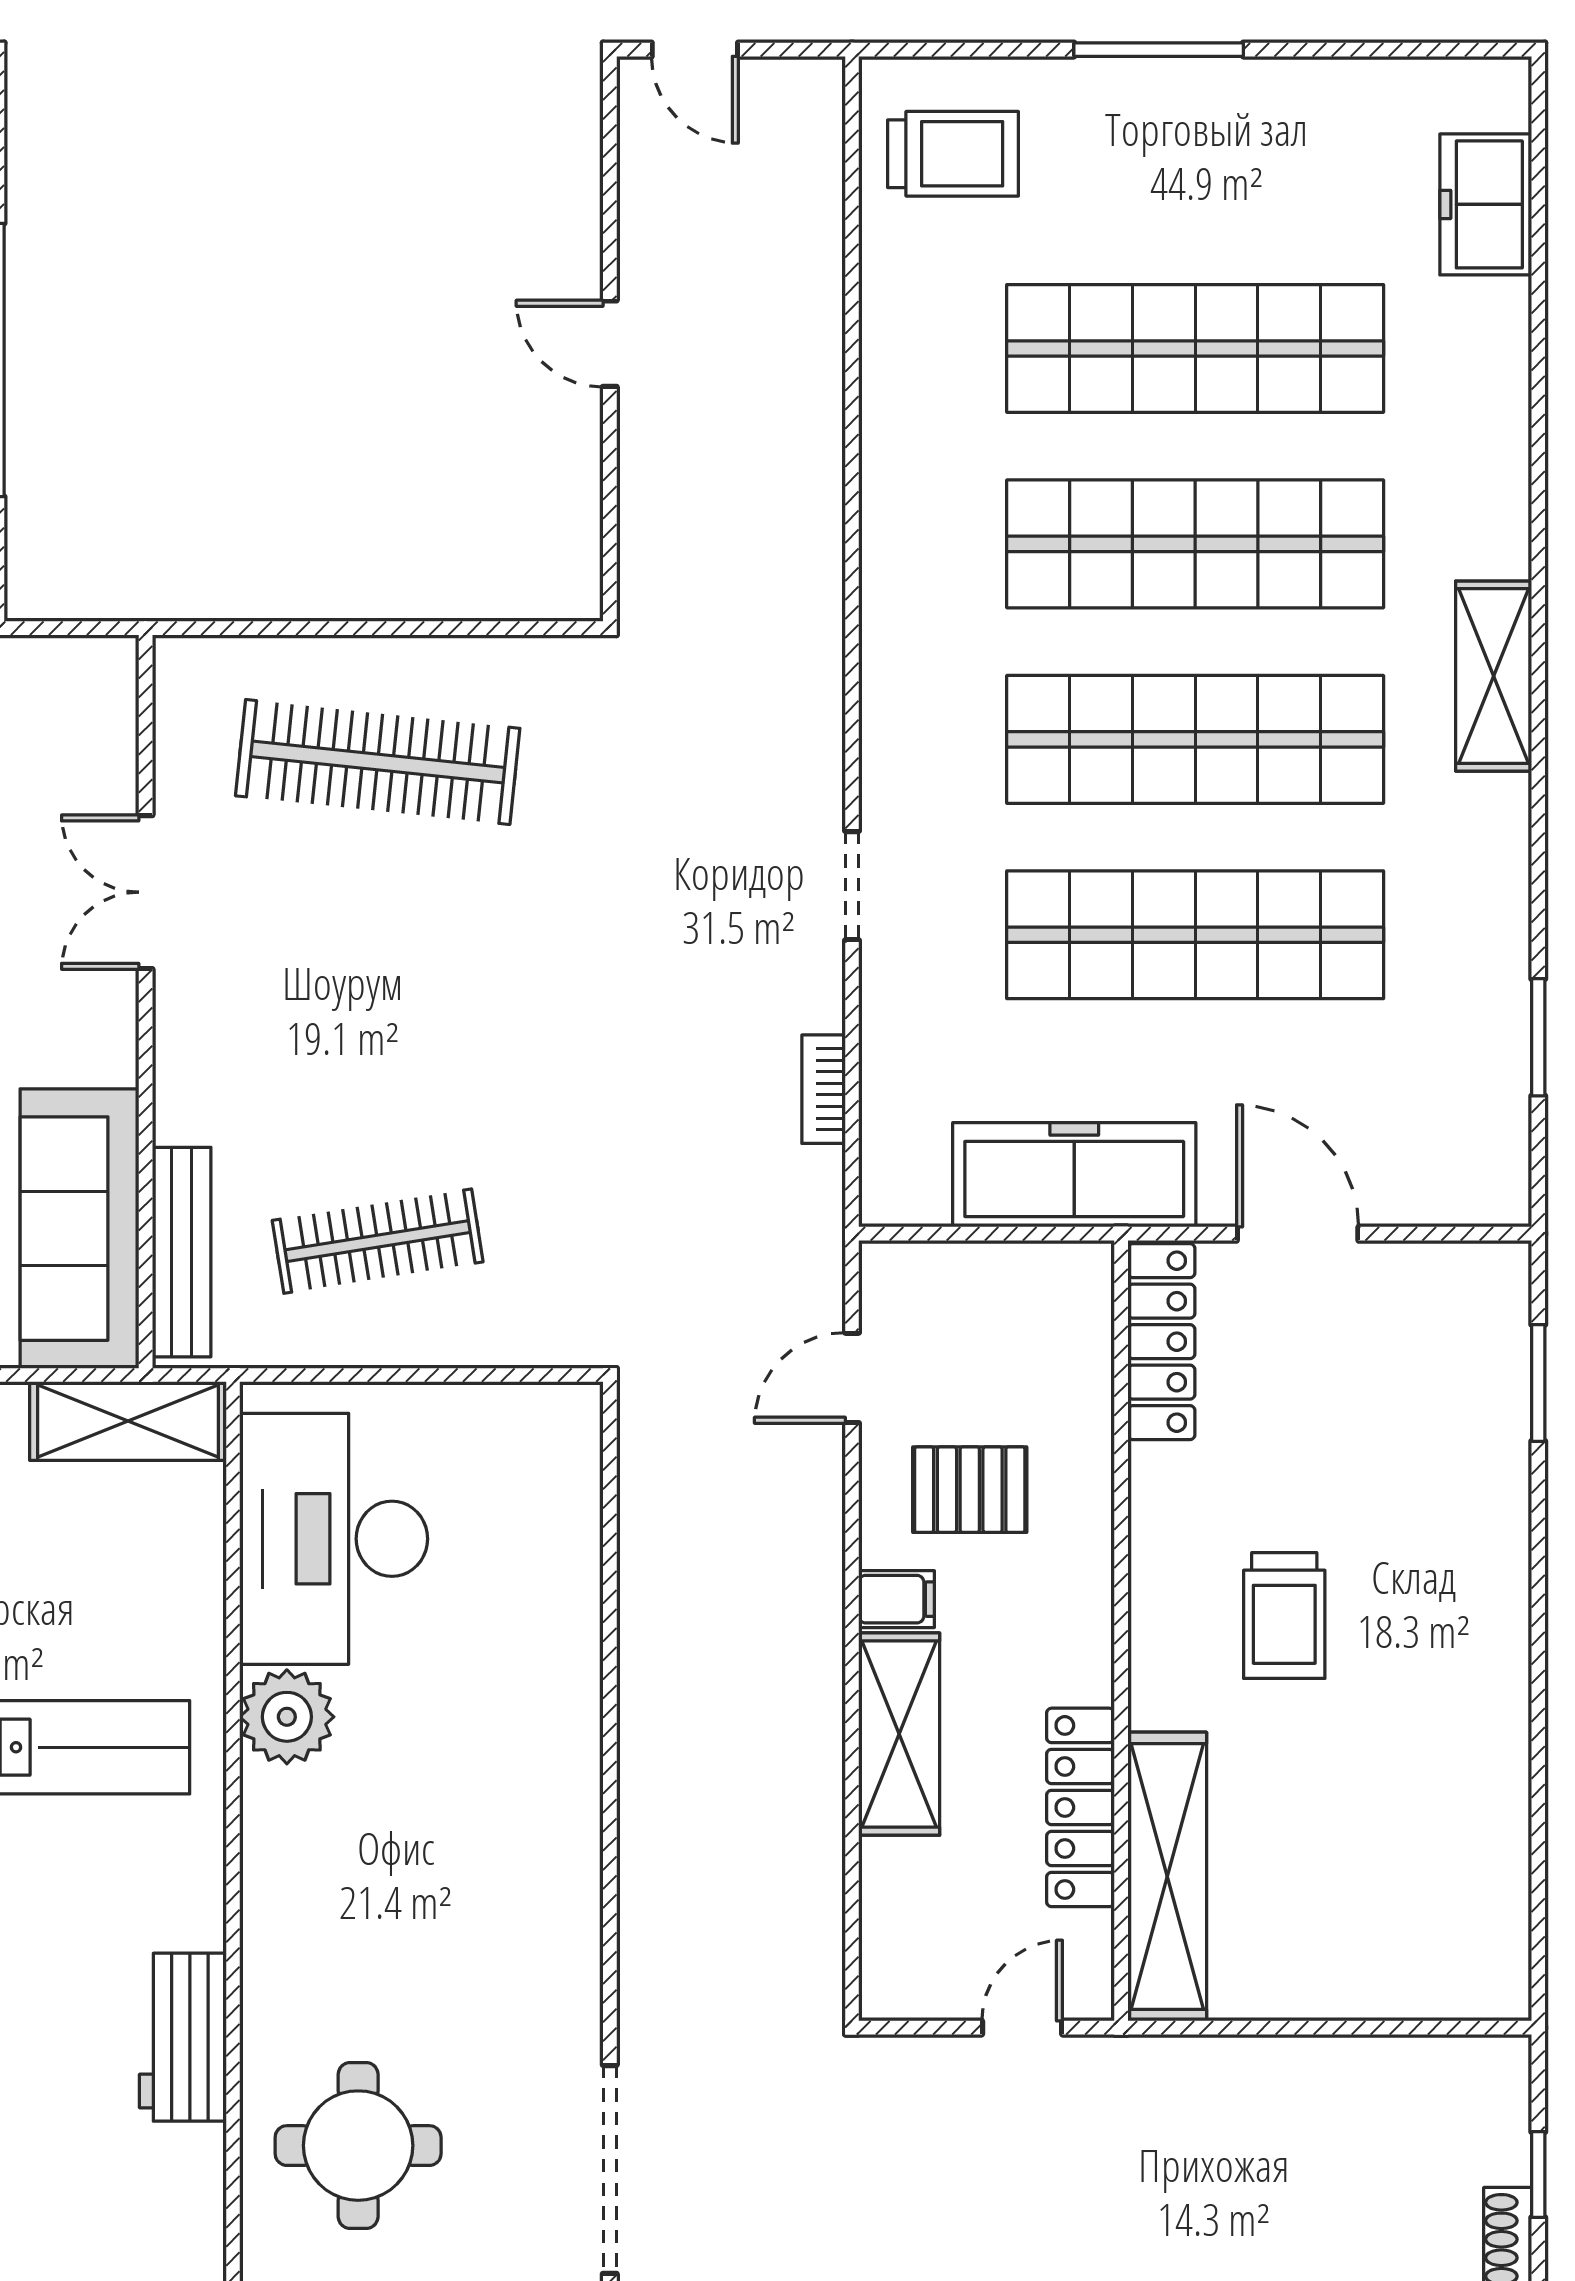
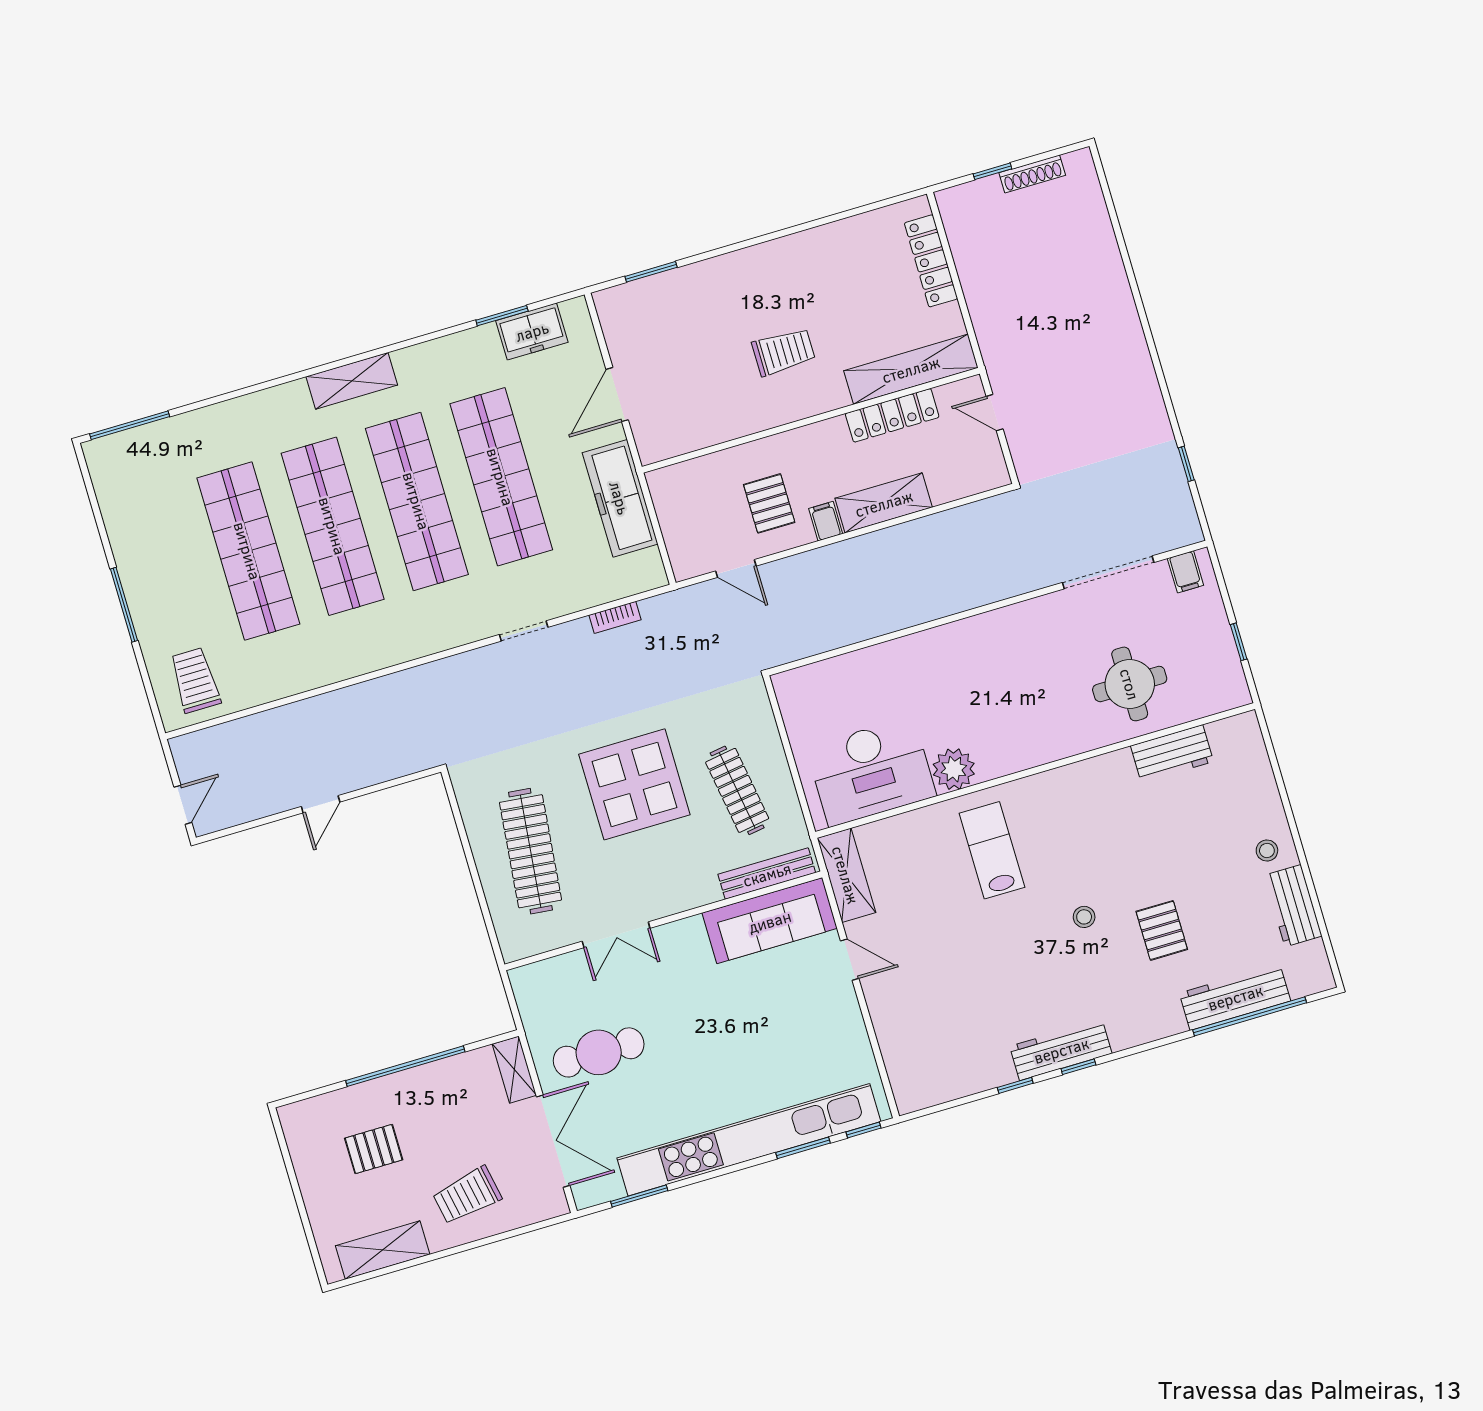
window: (1538, 174) -> (130, 425), added
freezer: (1486, 204) -> (532, 331), moved
display table: (455, 1026) -> (634, 784), added
locker: (1161, 1342) -> (931, 261), moved, turned -90
workbench: (183, 2037) -> (1172, 754), moved

